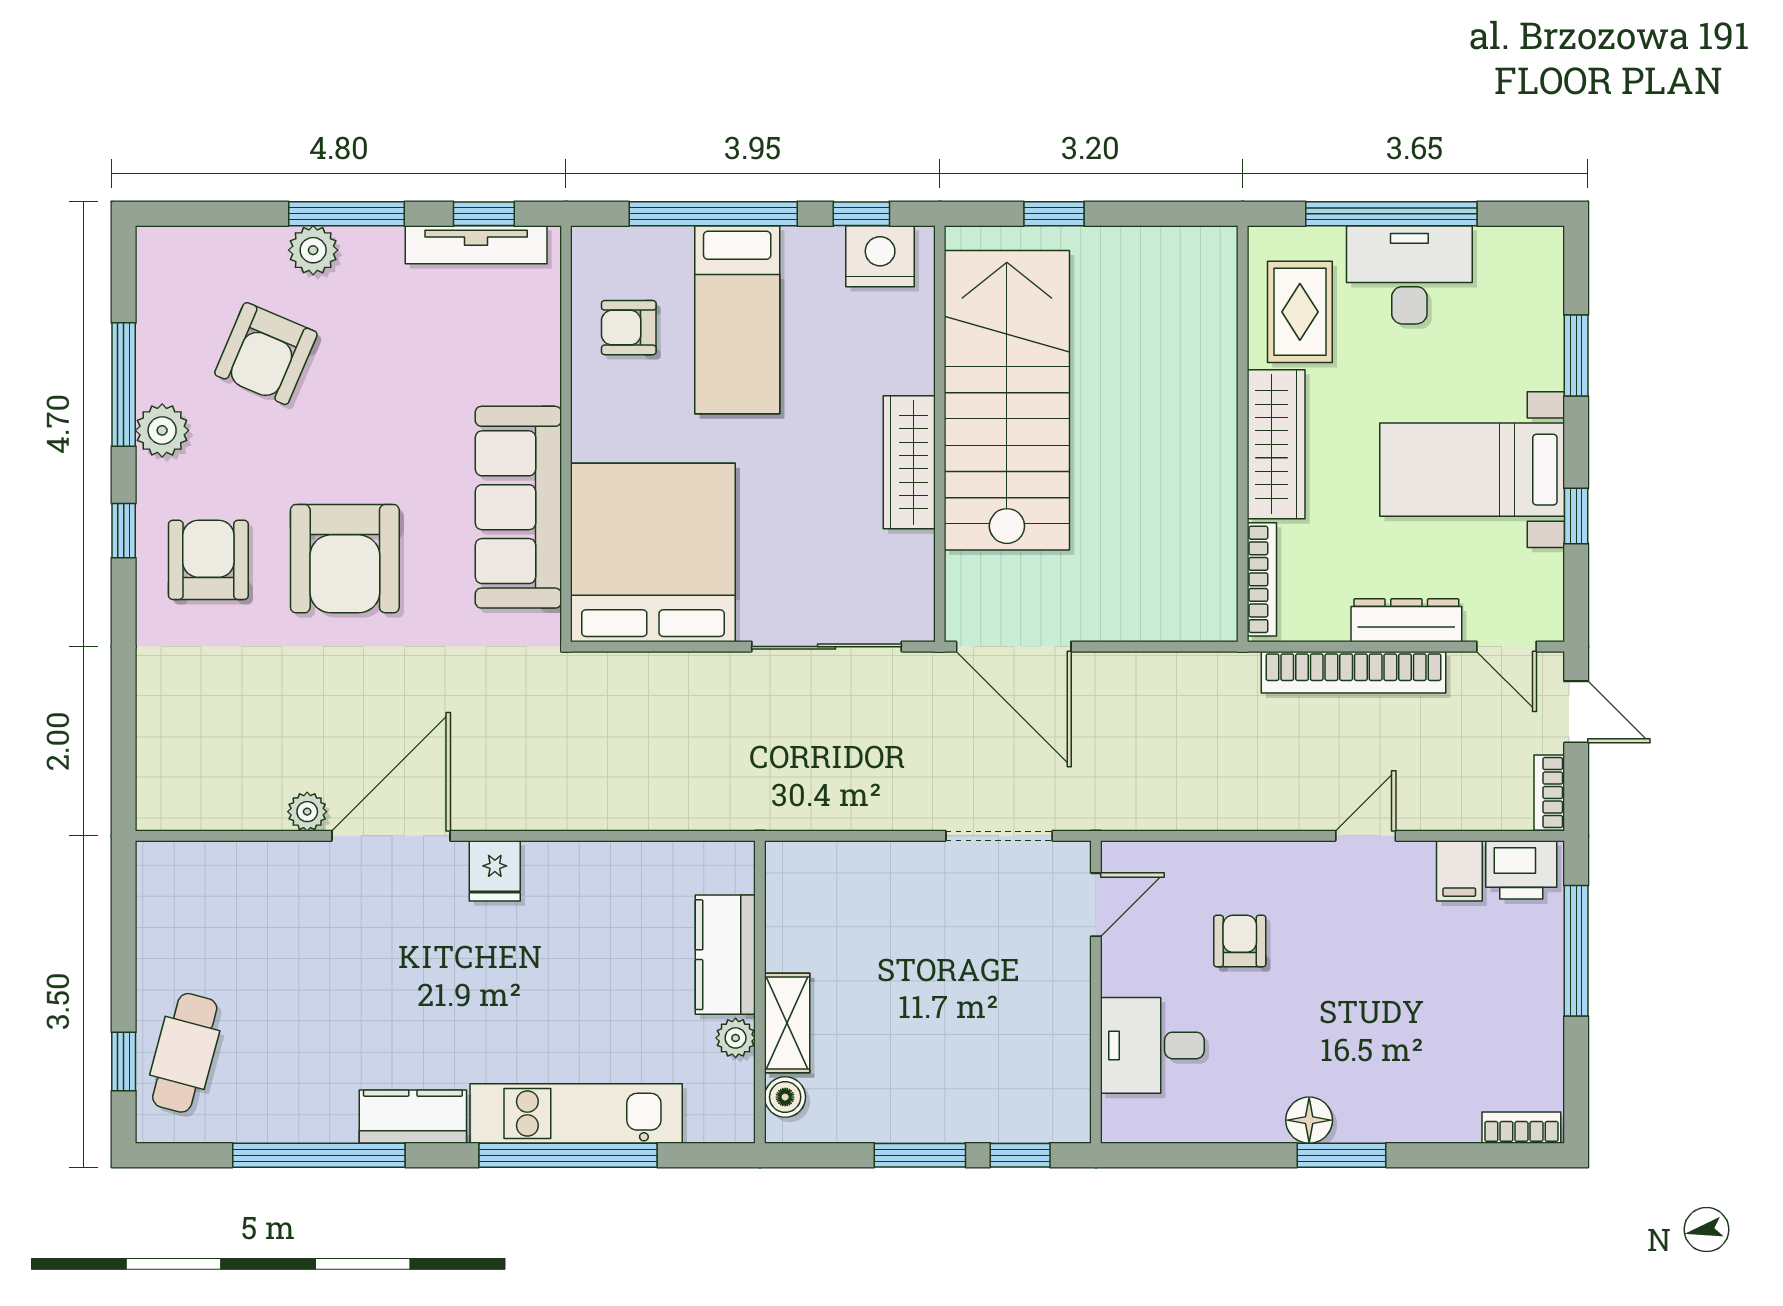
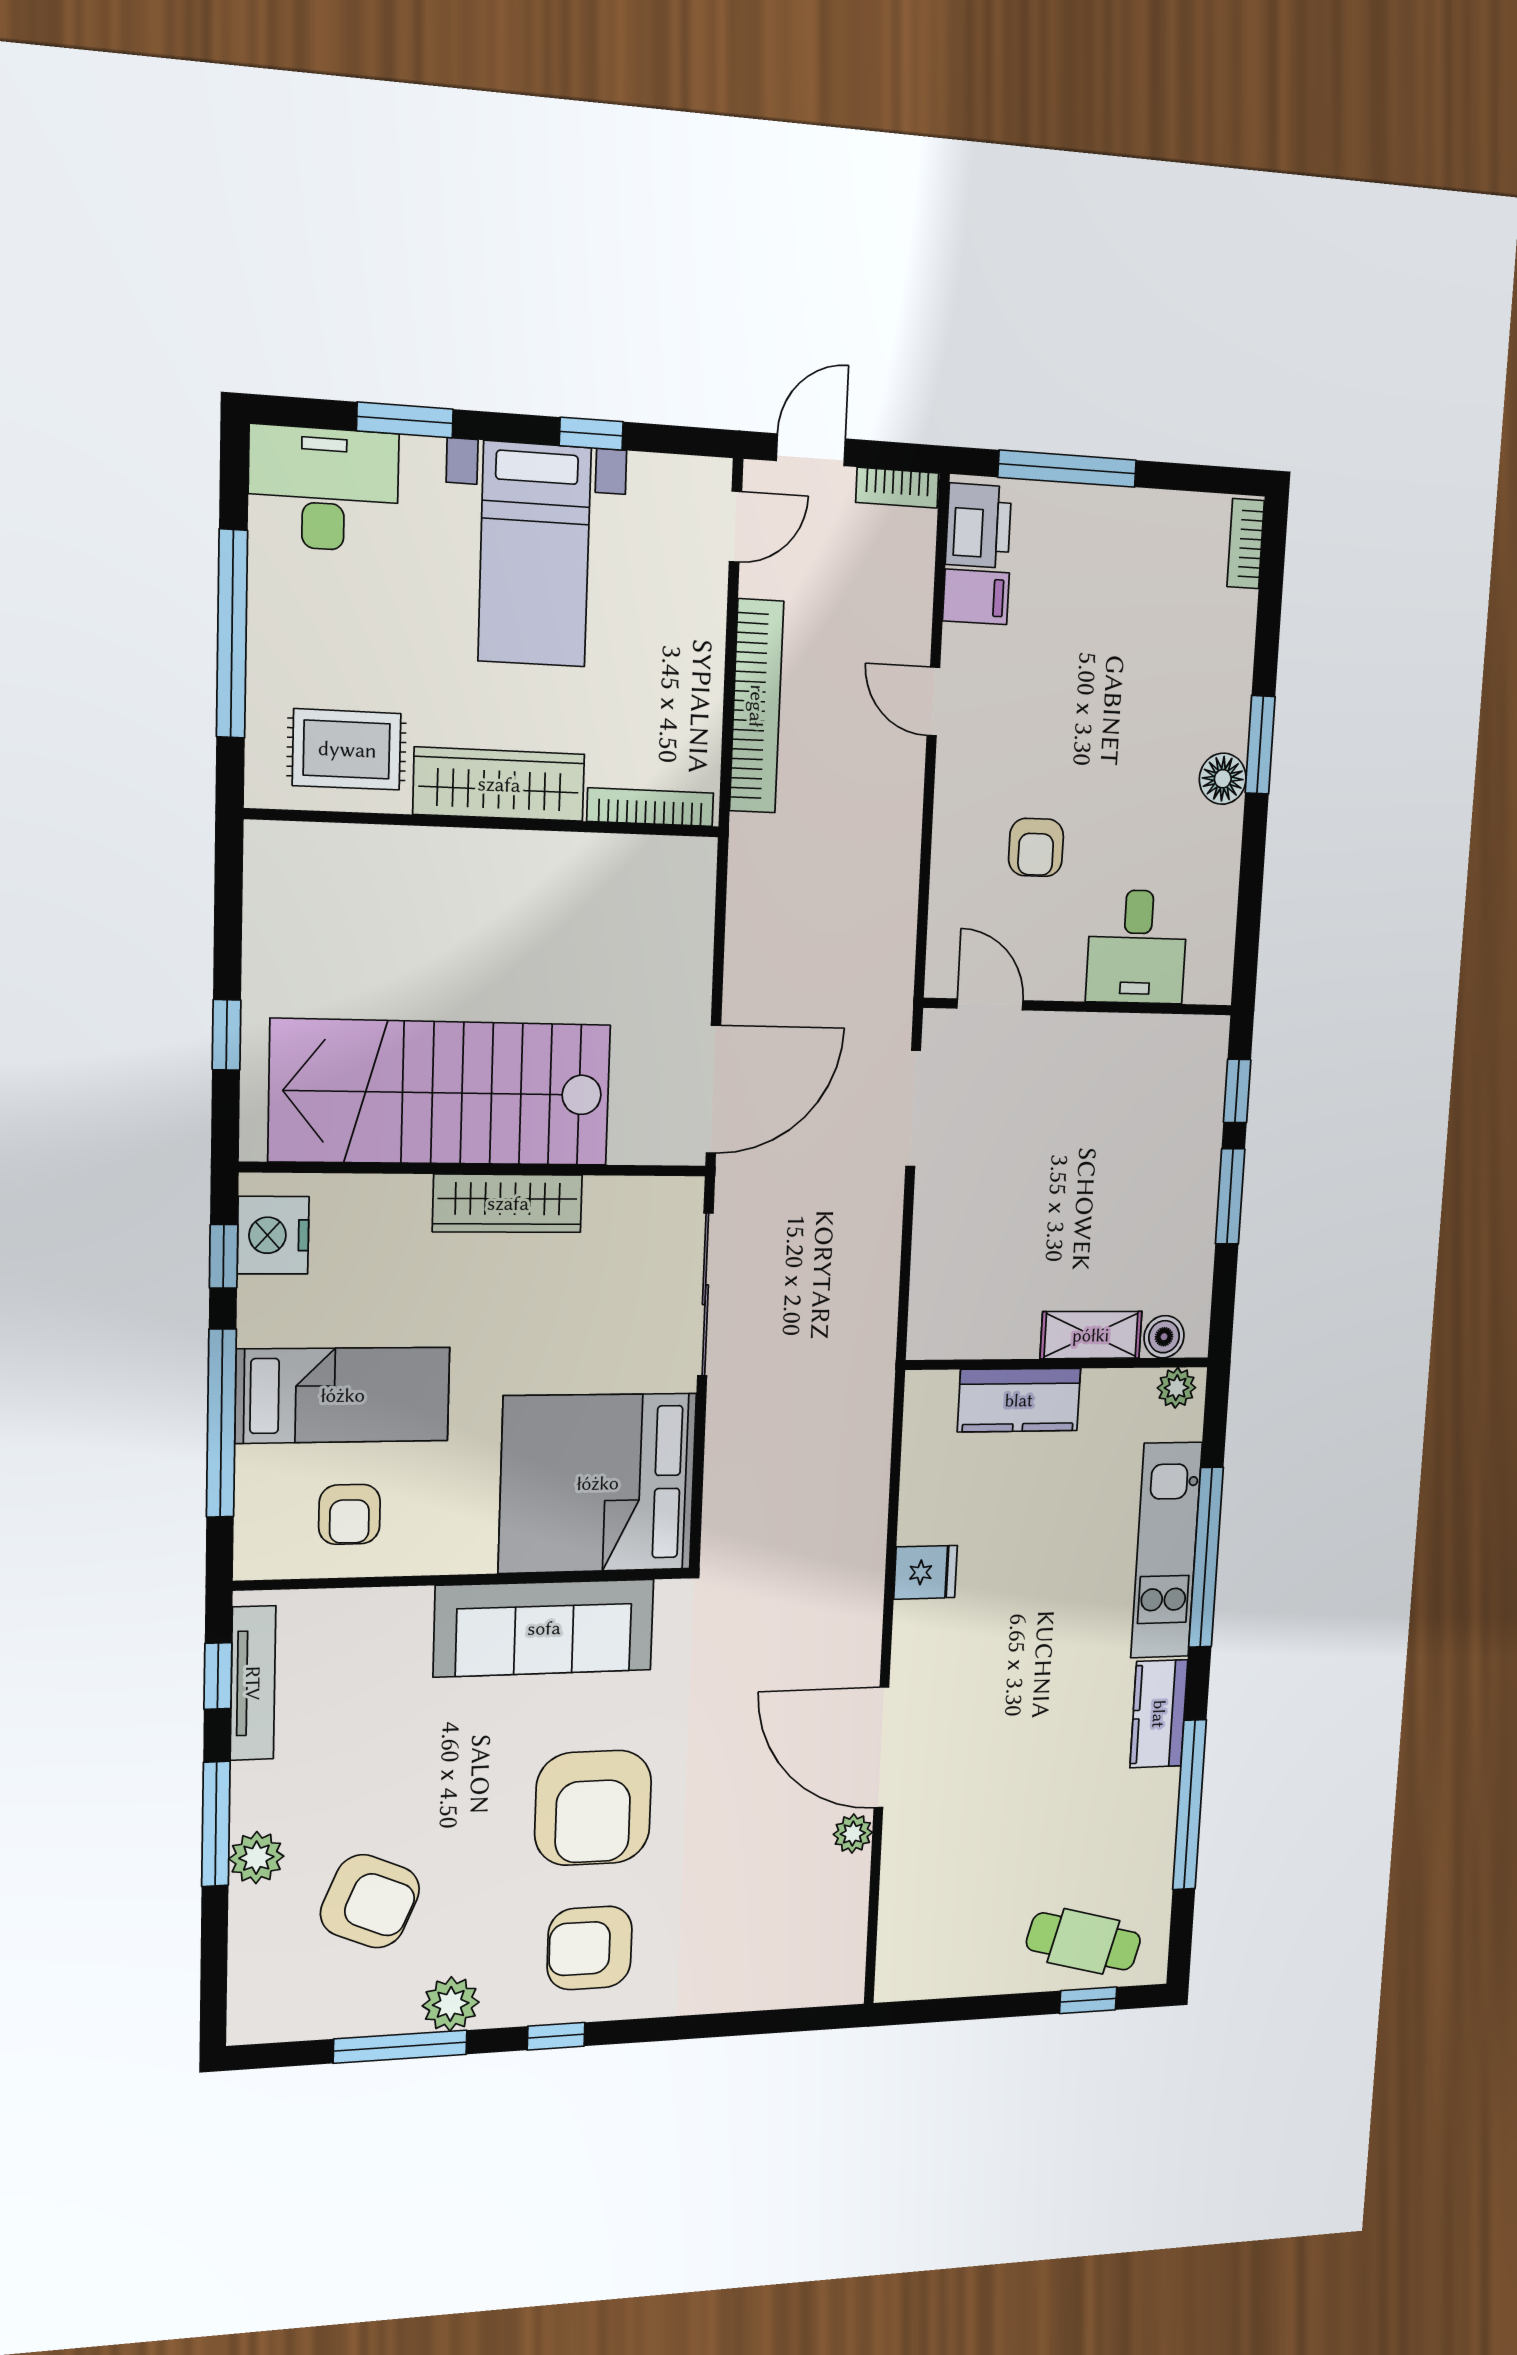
desk: (1409, 275) -> (324, 489), moved, turned 90
armchair: (345, 559) -> (593, 1808), turned 90
dresser: (1406, 620) -> (702, 642), removed
fridge: (495, 871) -> (926, 1572), moved
armchair: (1240, 941) -> (1036, 847), turned -90
plant: (736, 1038) -> (1176, 1388), moved

